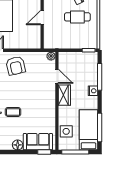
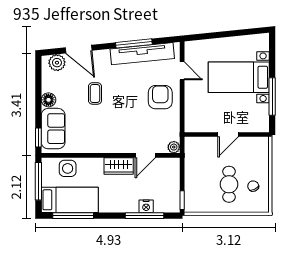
door: (42, 18) -> (228, 134), swing flipped
armchair: (16, 66) -> (160, 97), turned 103
nightstand: (93, 91) -> (146, 206), moved

